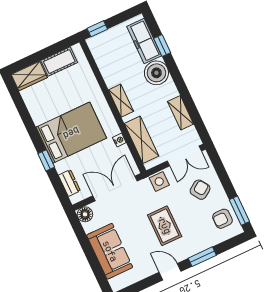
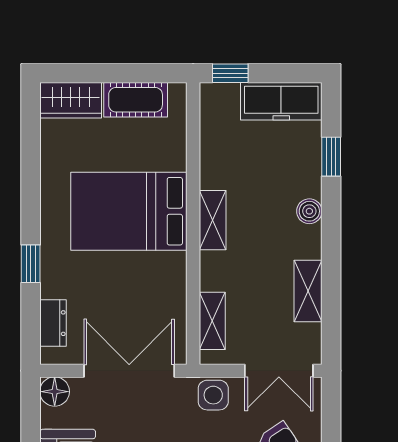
freezer: (144, 41) -> (281, 101), moved, turned -90
boiler: (156, 73) -> (309, 211), width x0.54, depth x0.54
bed: (71, 133) -> (129, 211), moved, turned 180
nightstand: (119, 140) -> (177, 289), removed
shelving: (142, 140) -> (212, 321), width x0.67, depth x0.75

